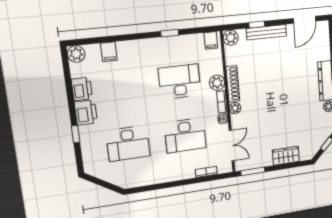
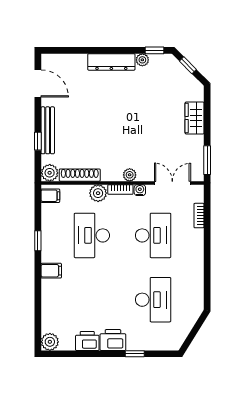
filing cabinet: (109, 52) -> (51, 271), moved
shoe rack: (233, 84) -> (80, 175), moved

